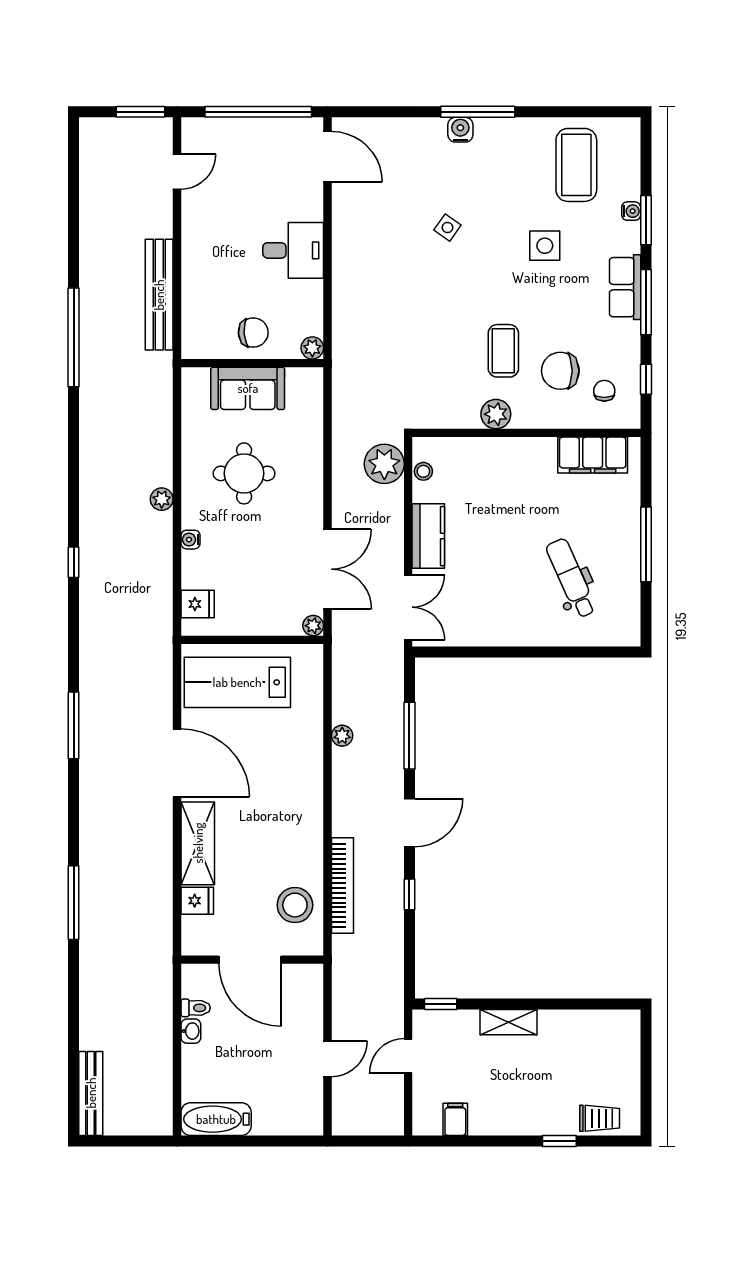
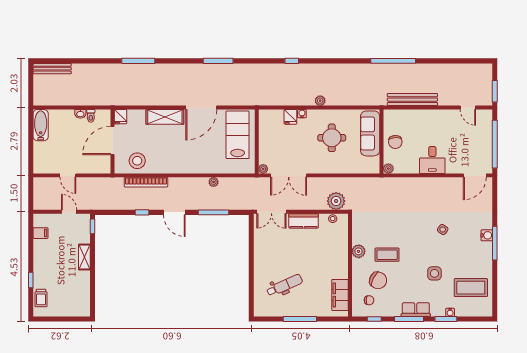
chair: (560, 371) -> (378, 280), turned 117
sofa: (248, 388) -> (370, 133), width x1.36
fridge: (198, 604) -> (290, 117), moved
fridge: (197, 901) -> (120, 117), moved

